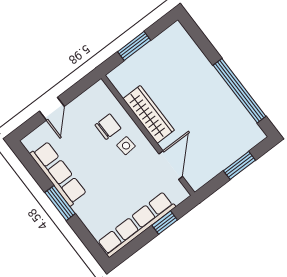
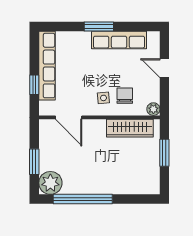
plant: (100, 89) -> (153, 109), added
wardrobe: (149, 114) -> (130, 128), moved
chair: (108, 127) -> (125, 96), turned 180
plant: (248, 134) -> (50, 183), added

